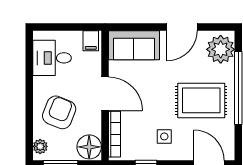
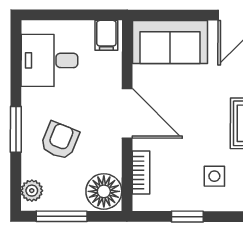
window: (29, 105) -> (16, 129), added
armchair: (59, 112) -> (60, 141), width x0.72, depth x0.72
bookcase: (114, 134) -> (141, 173), width x0.64

